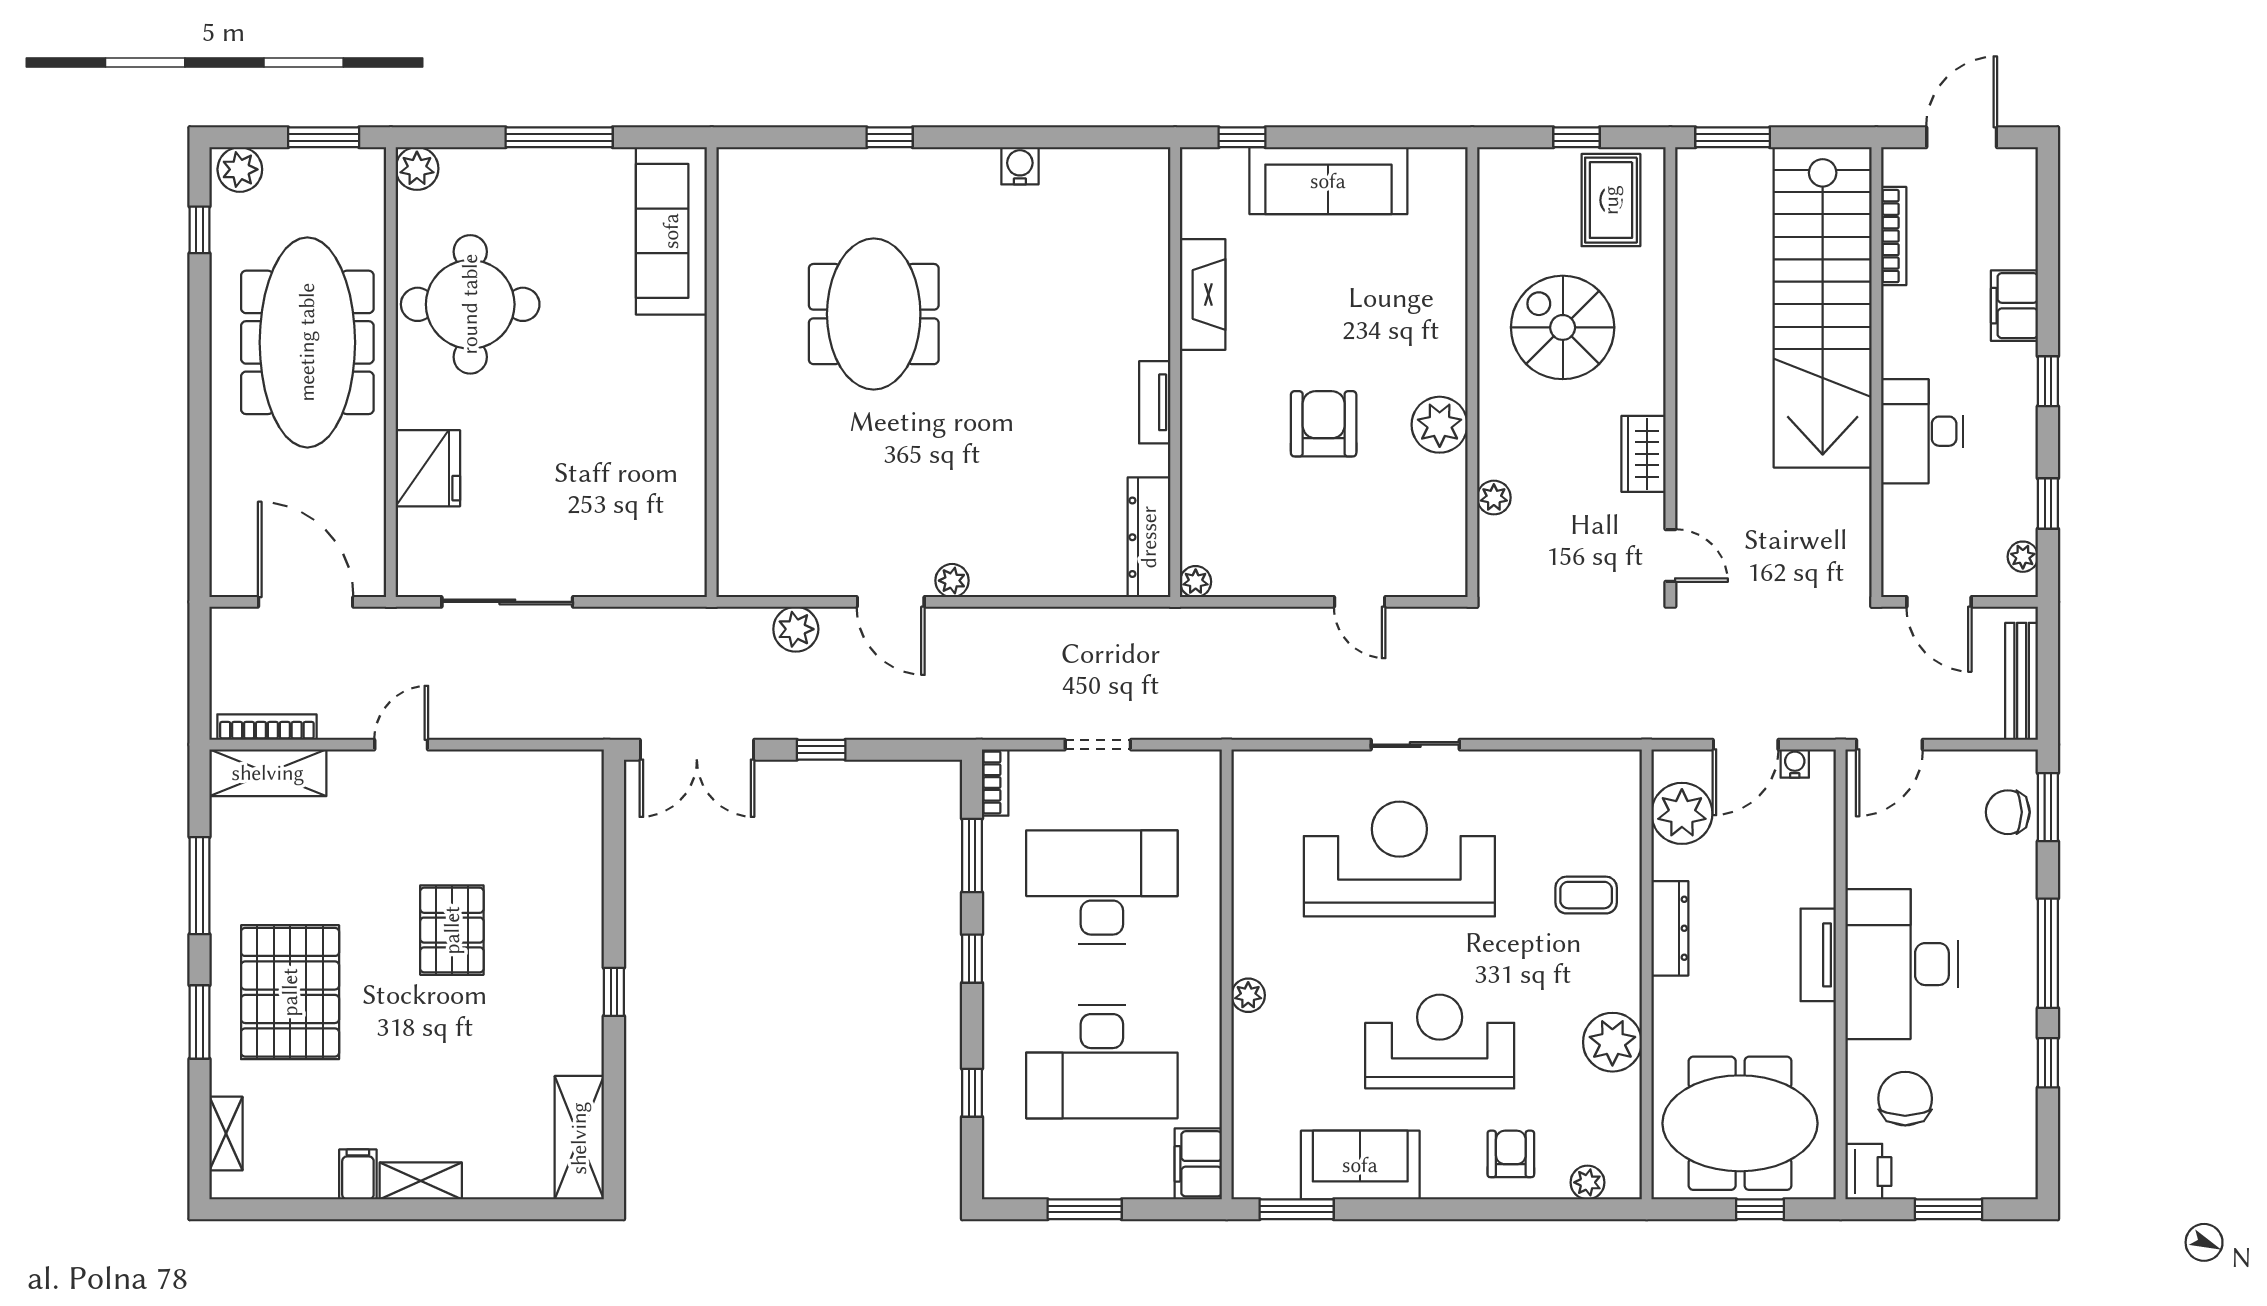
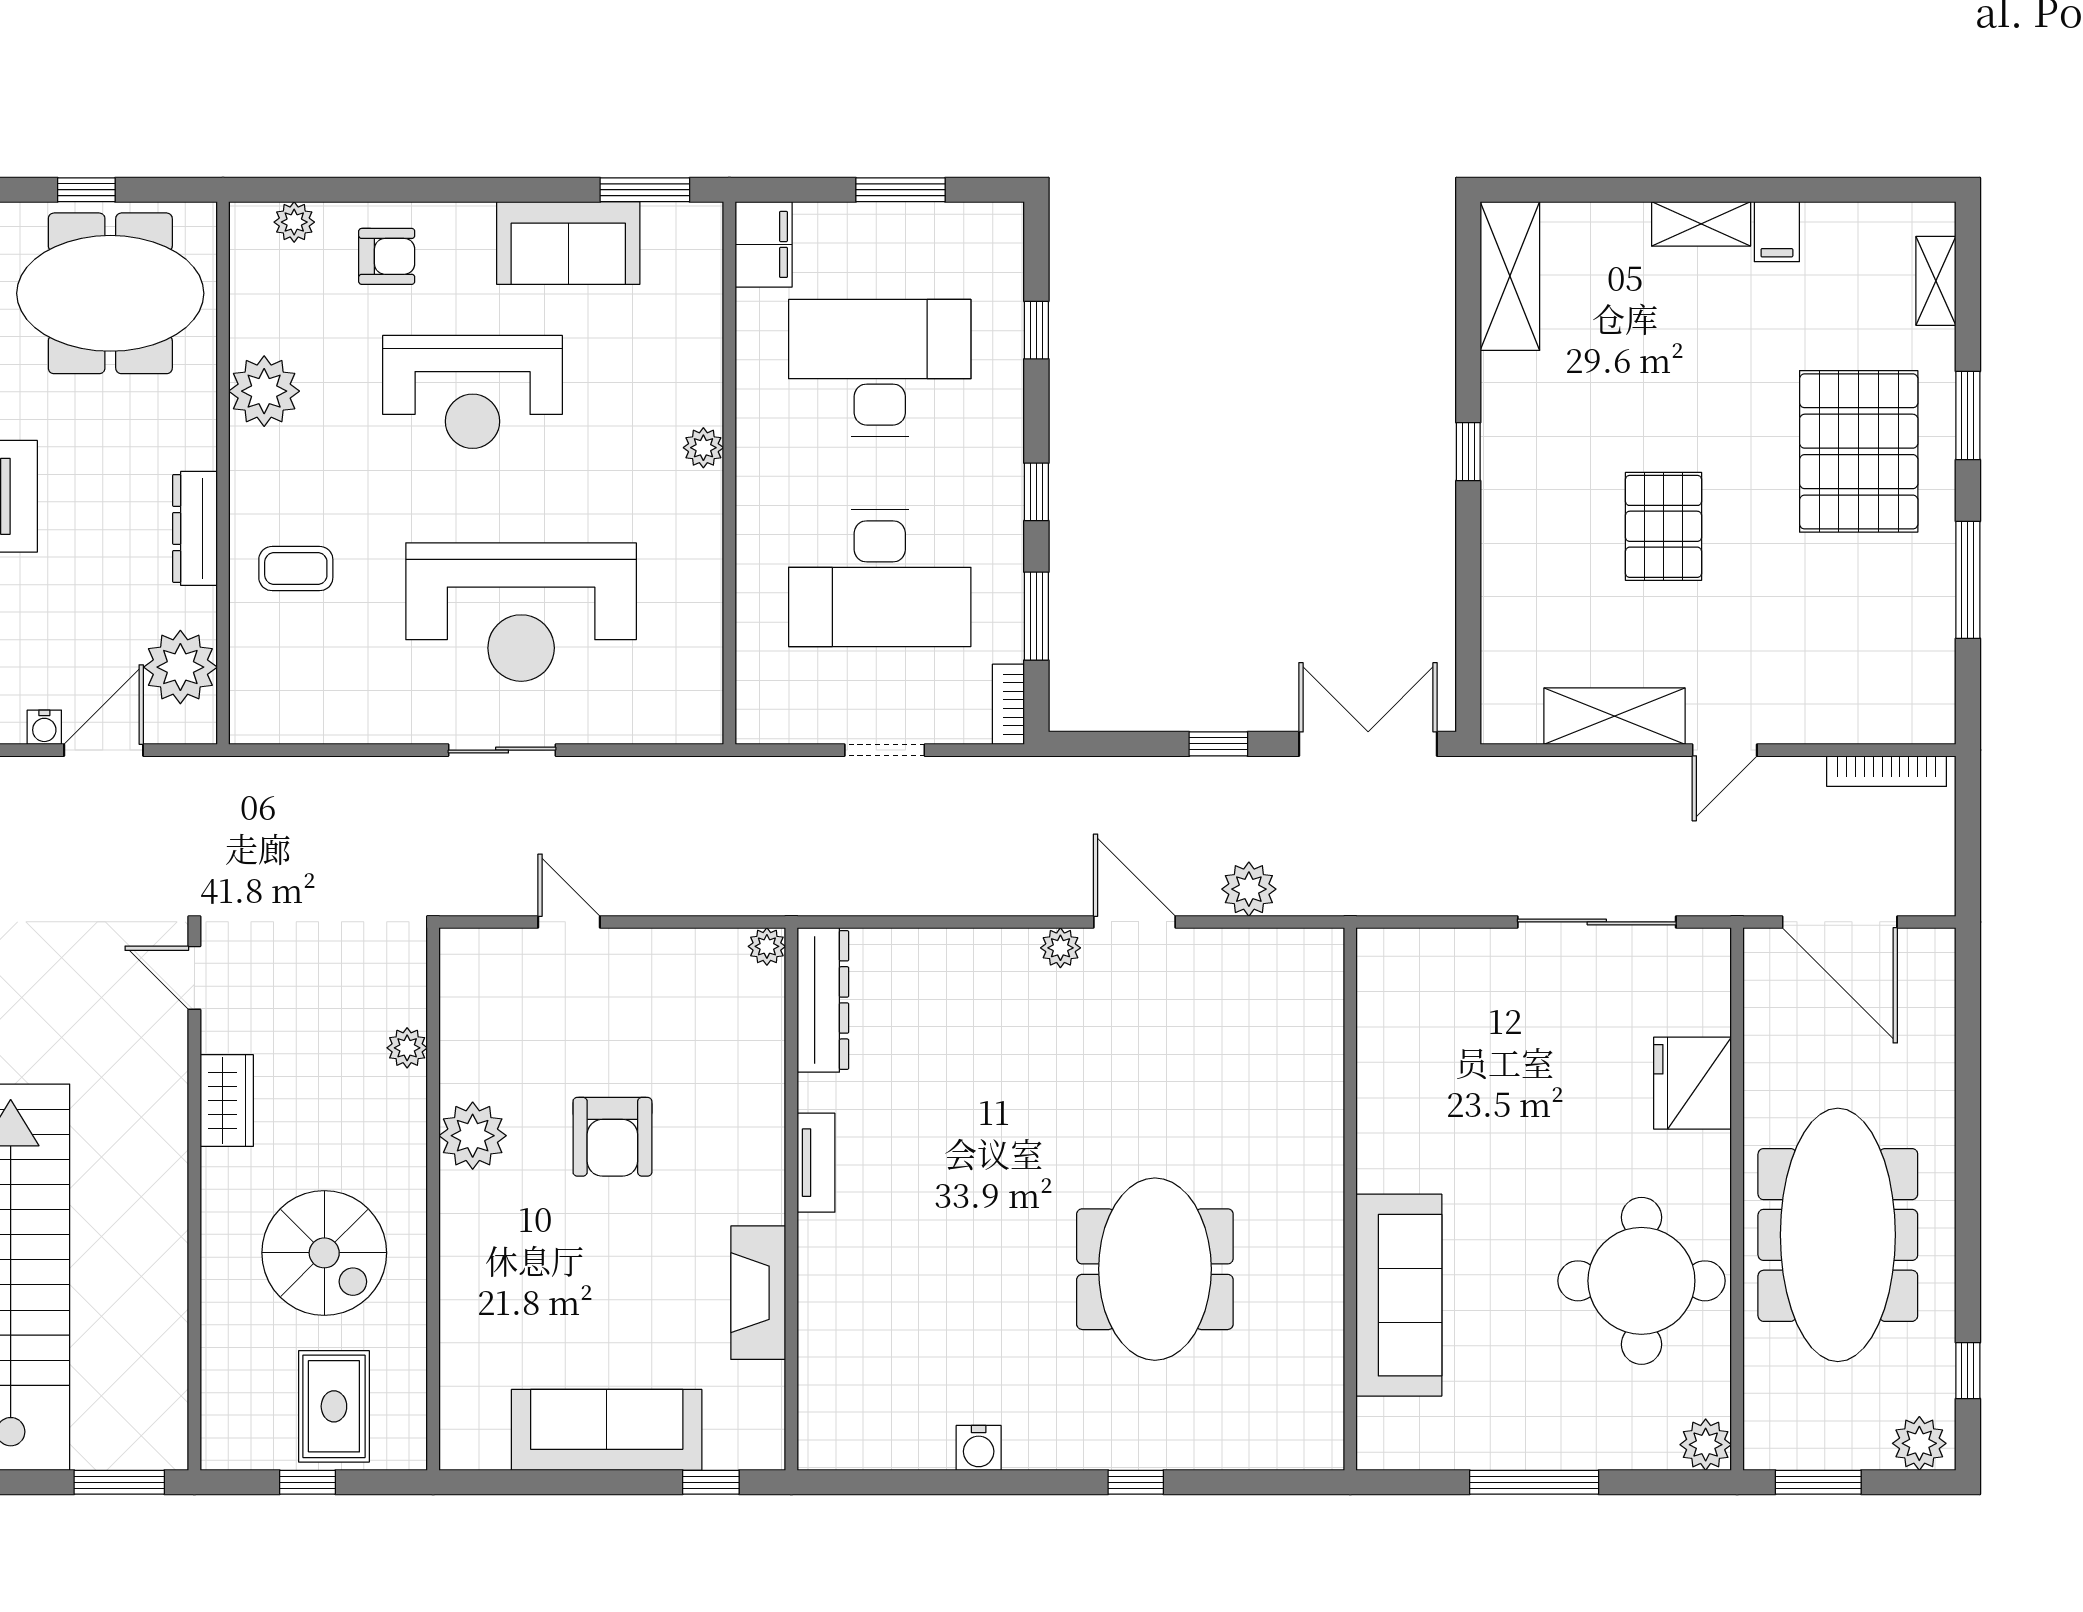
rug: (1611, 200) -> (334, 1406), moved
sofa: (671, 231) -> (1399, 1295), moved
shelving: (268, 773) -> (1615, 716), moved
armchair: (1511, 1154) -> (387, 256), turned -90

